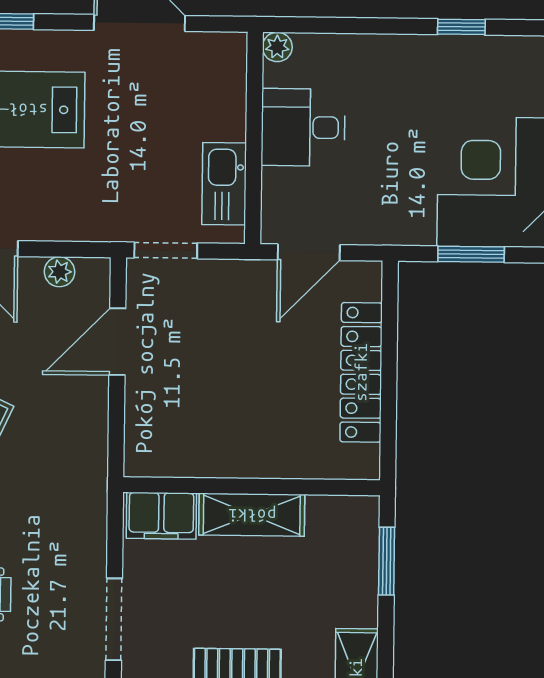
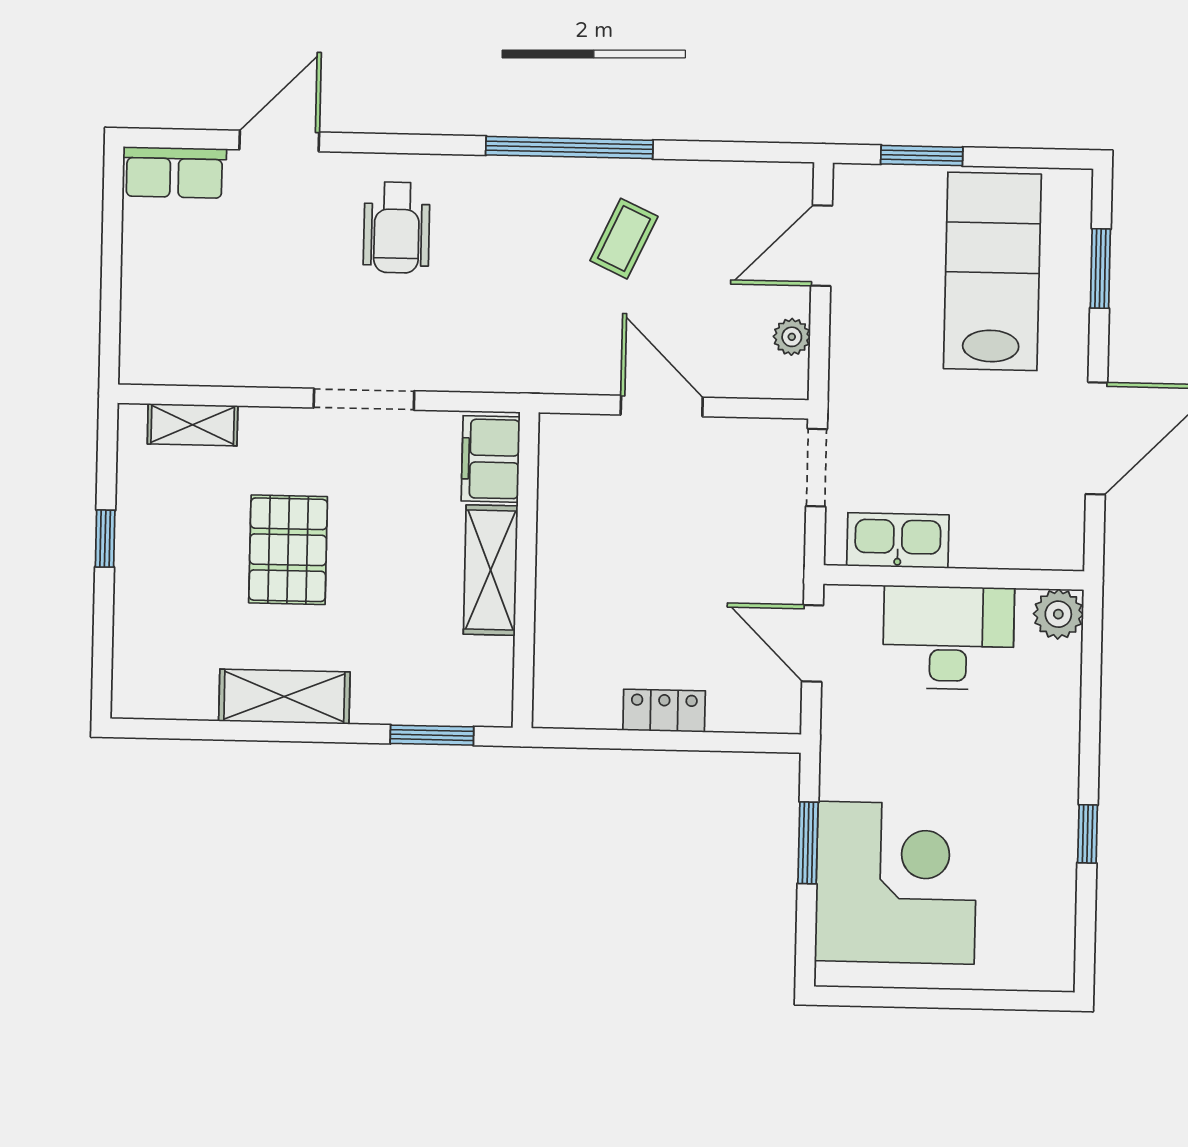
plant: (277, 47) -> (1058, 614), width x1.38, depth x1.38
desk: (303, 127) -> (948, 638), width x1.37
door: (117, 342) -> (662, 406), moved
locker: (361, 372) -> (664, 711), width x0.46, depth x0.83

